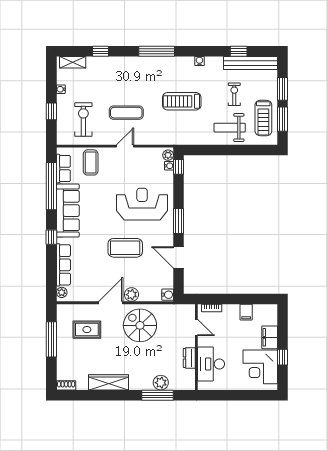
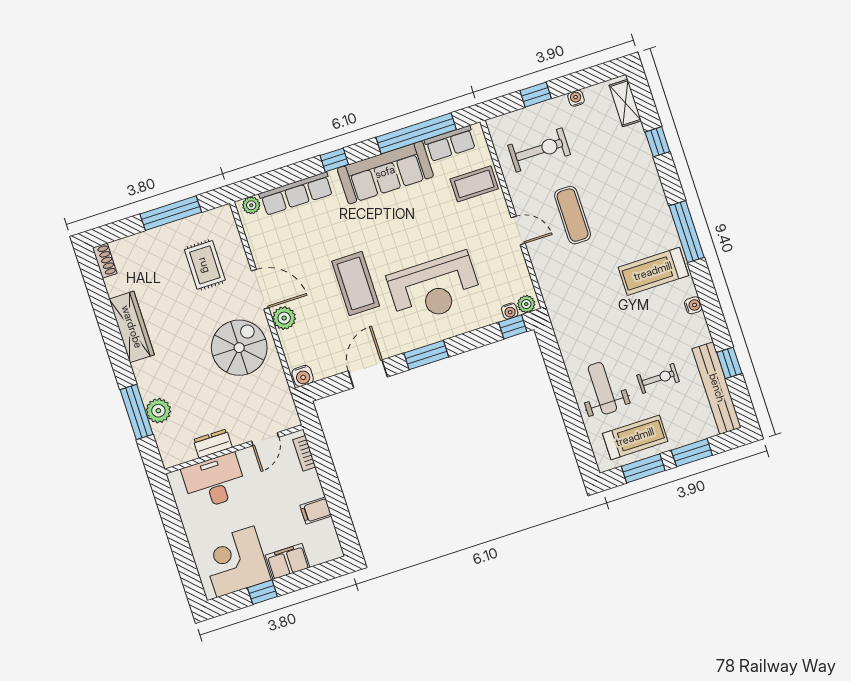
treadmill: (182, 101) -> (653, 271), moved, turned -90
treadmill: (263, 118) -> (635, 437), turned 180
reception desk: (142, 204) -> (434, 288), turned 90

